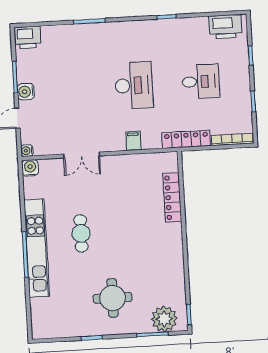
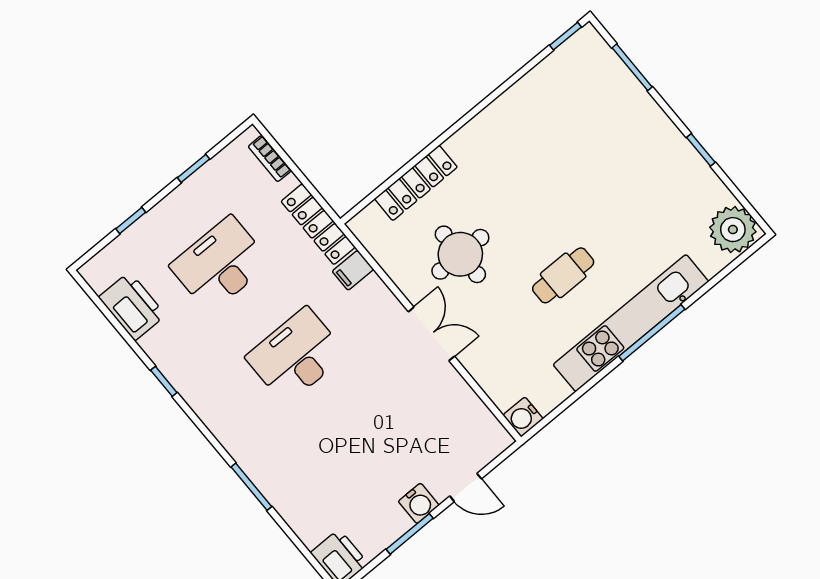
printer: (225, 27) -> (132, 306), moved
desk: (201, 81) -> (220, 264), width x1.37
bookcase: (232, 139) -> (270, 158), width x0.64
filing cabinet: (133, 141) -> (353, 270), moved
water cooler: (27, 151) -> (502, 440), removed
double door: (82, 155) -> (431, 334), moved
round table: (113, 298) -> (460, 254), moved
plant: (164, 319) -> (733, 230), moved

